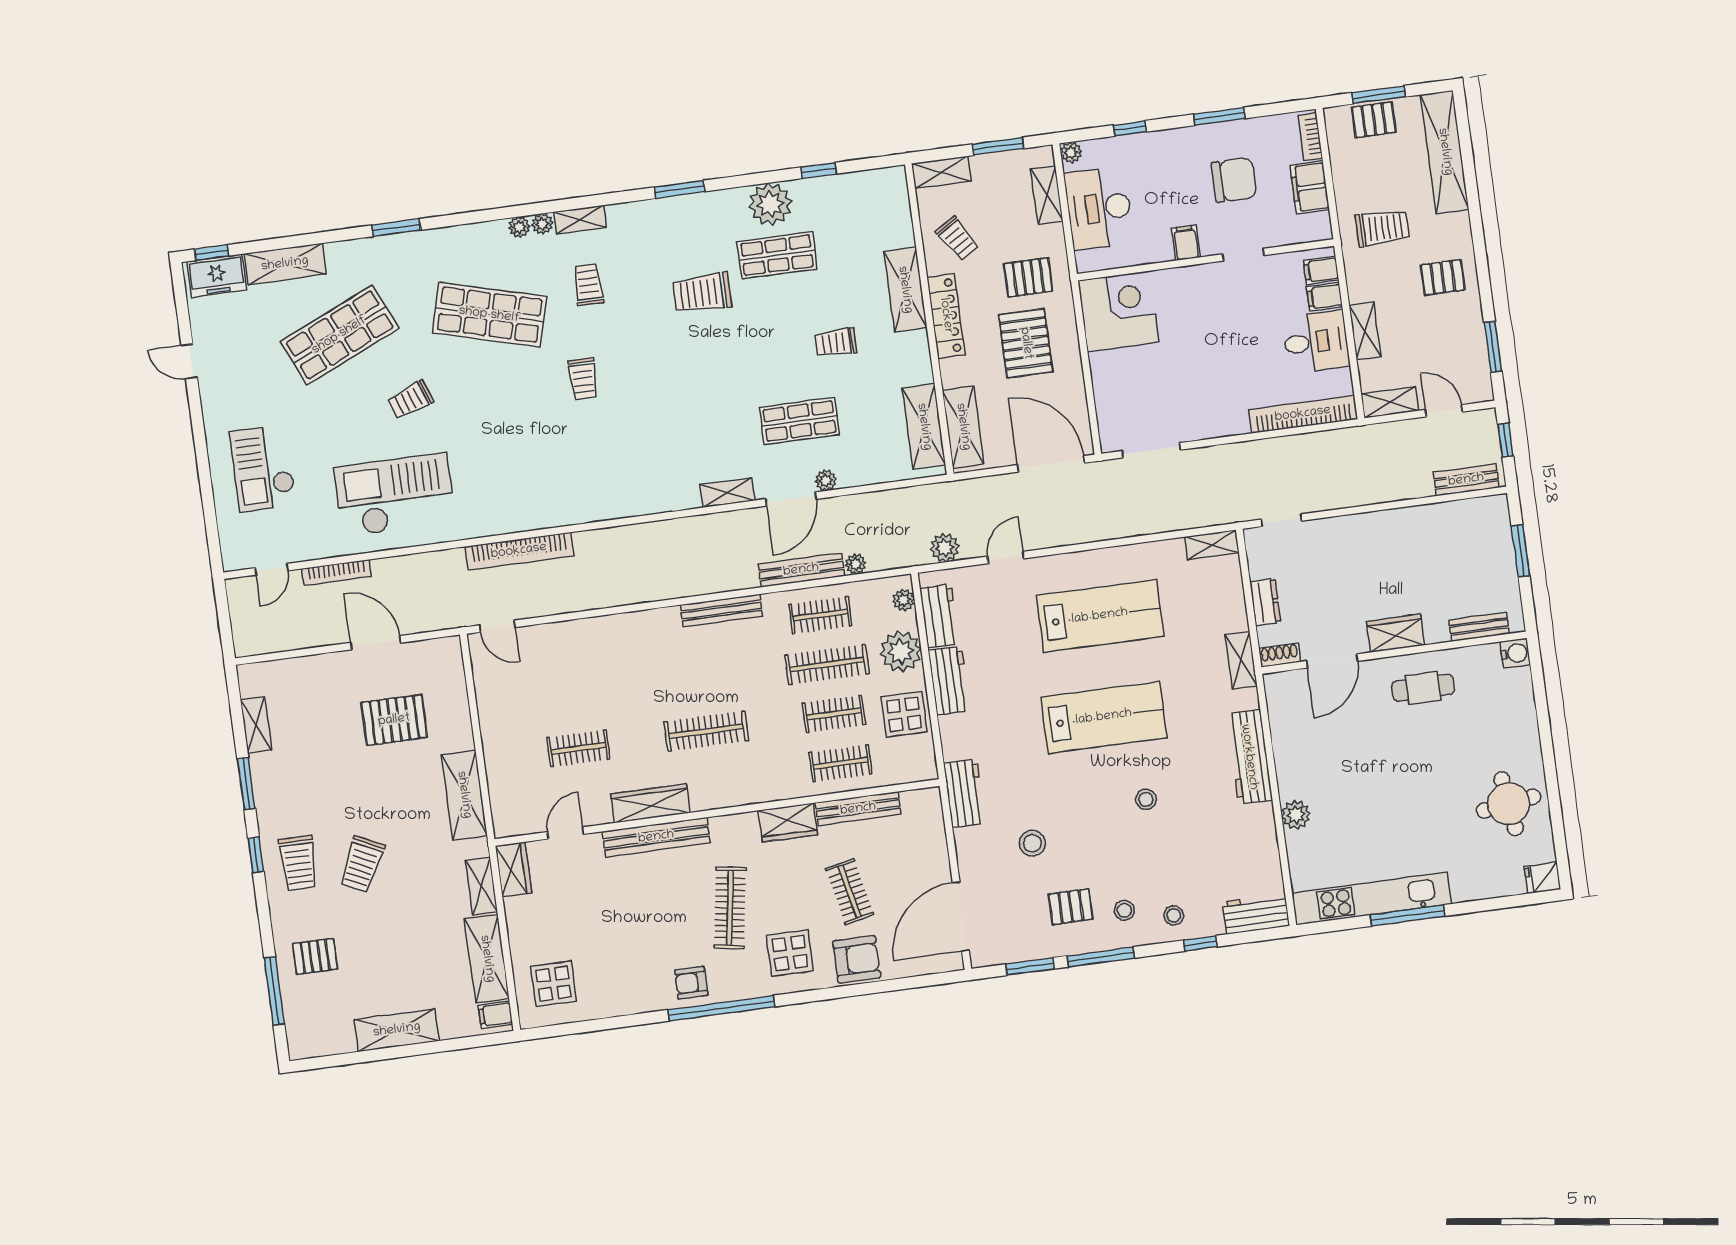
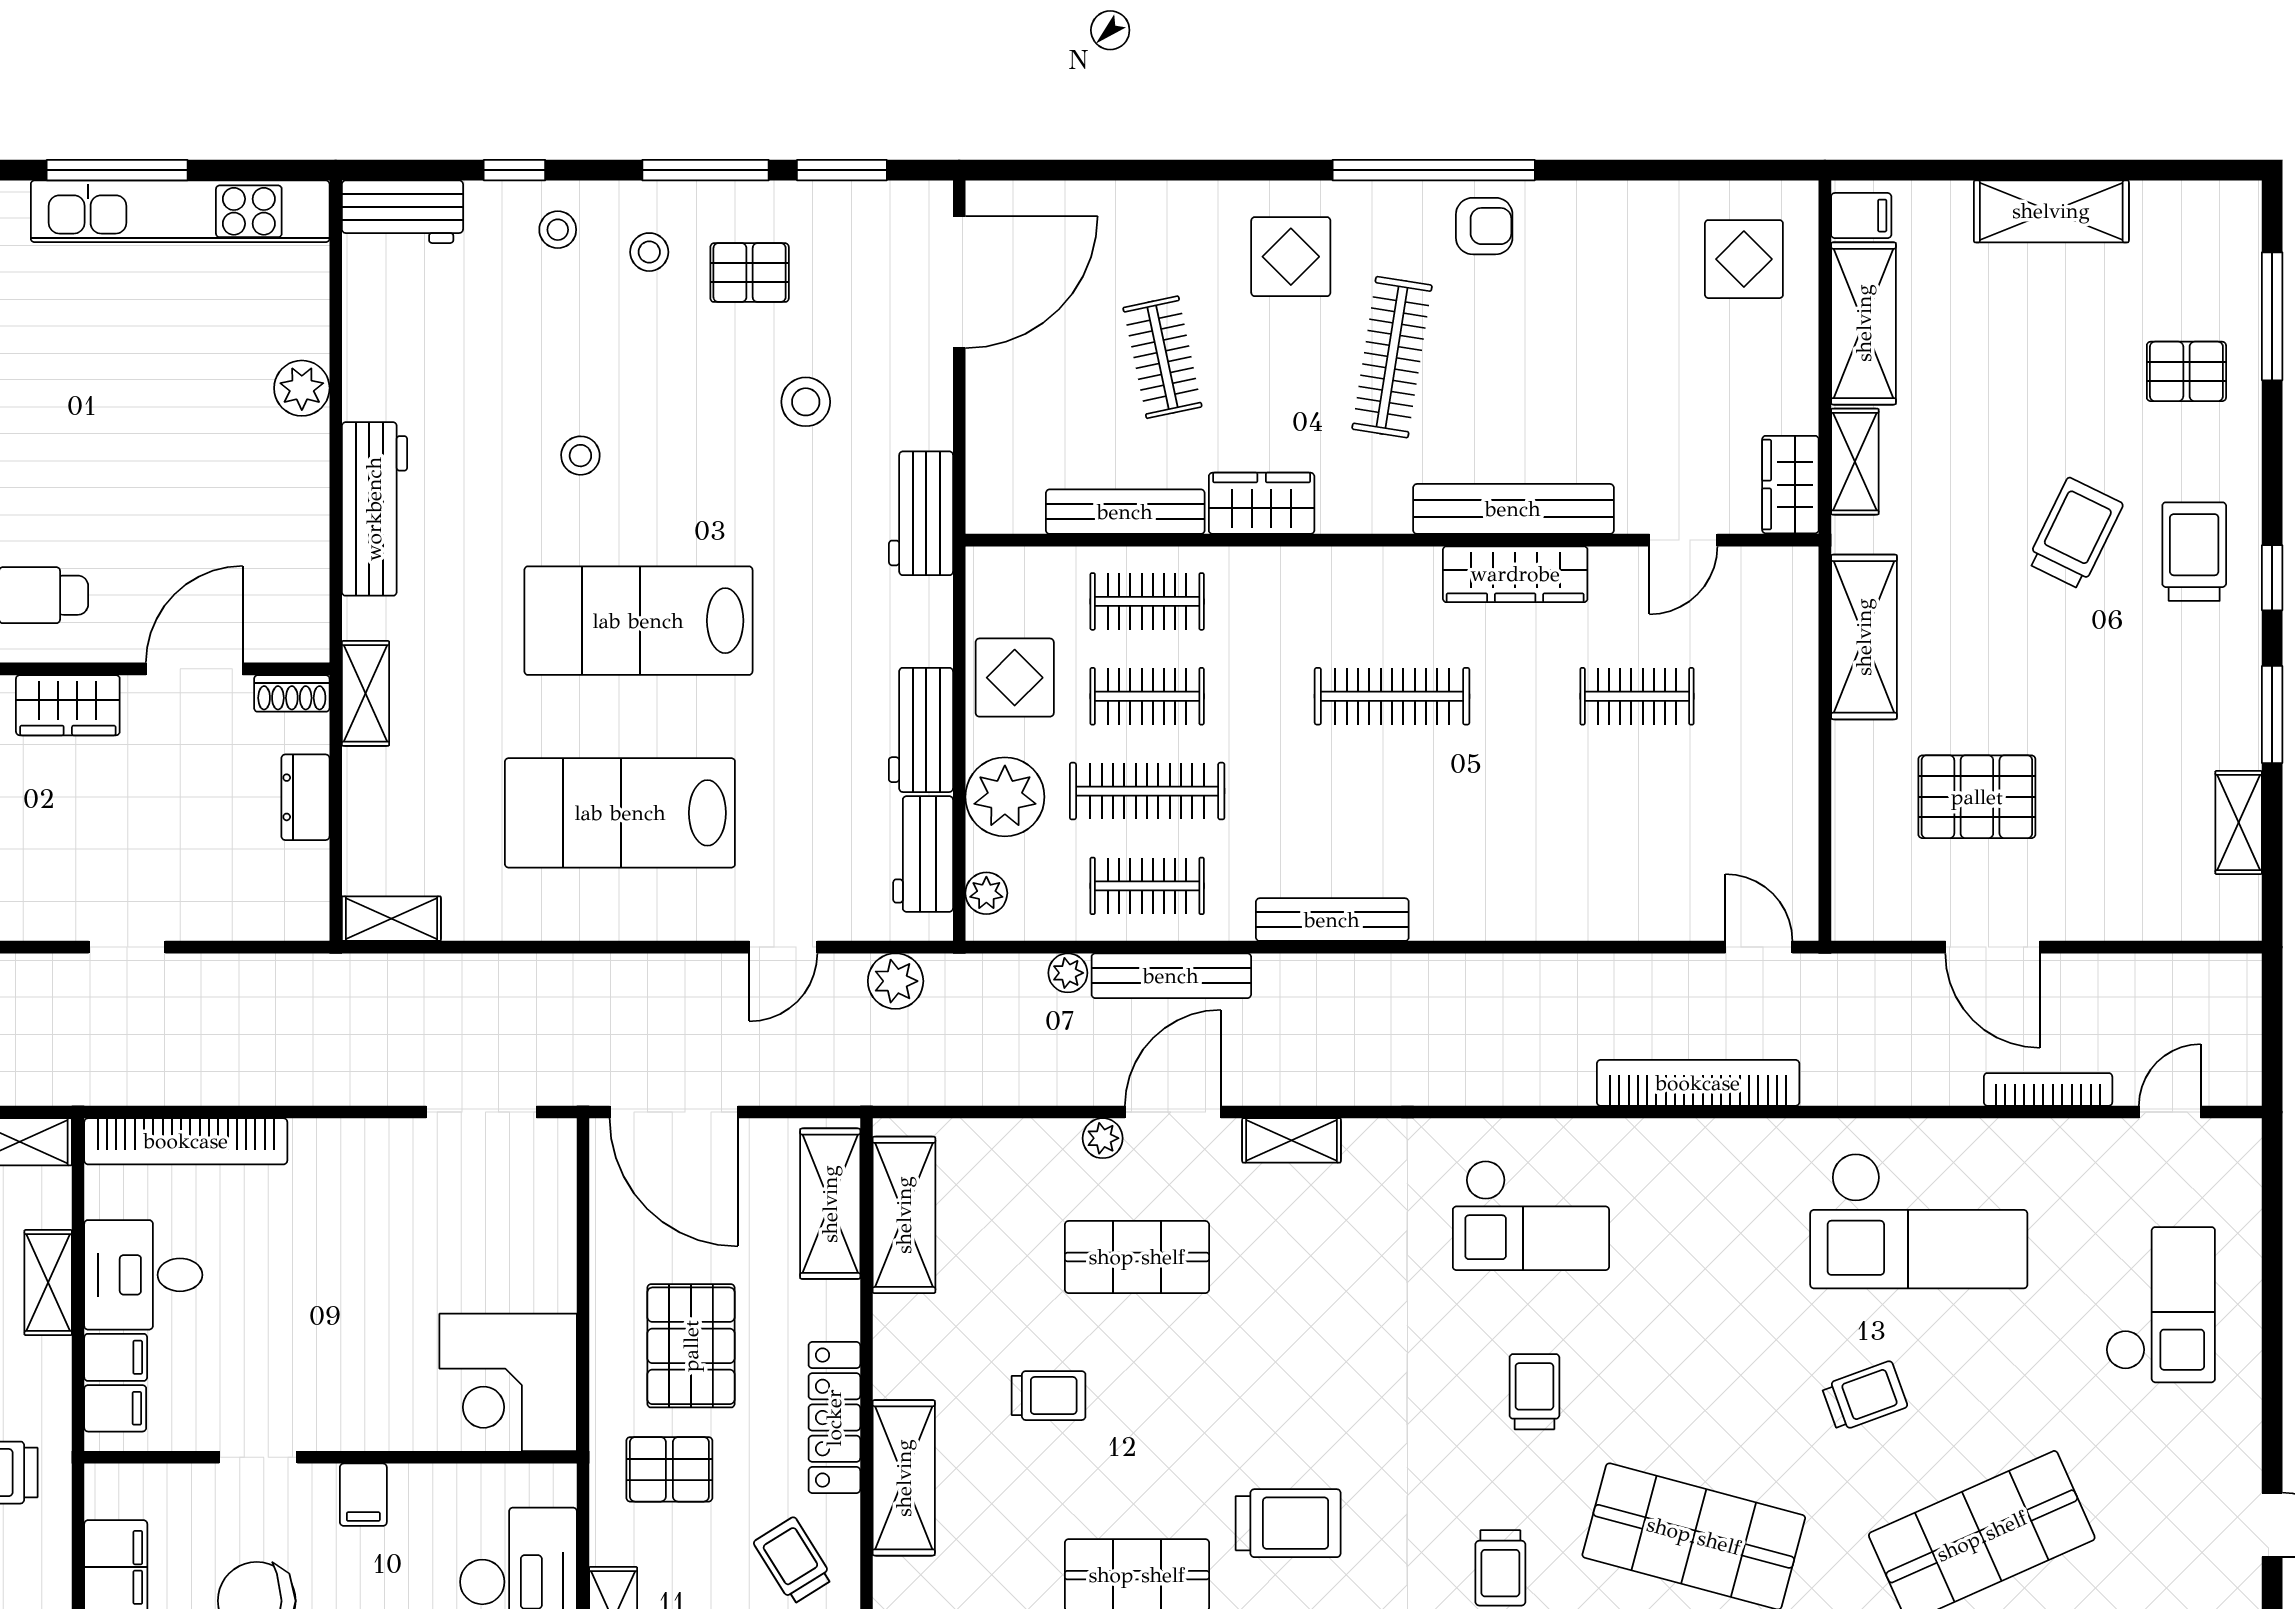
checkout: (597, 471) -> (1531, 1215), added
doorway: (1281, 520) -> (127, 947), moved
armchair: (857, 959) -> (1166, 228), removed

